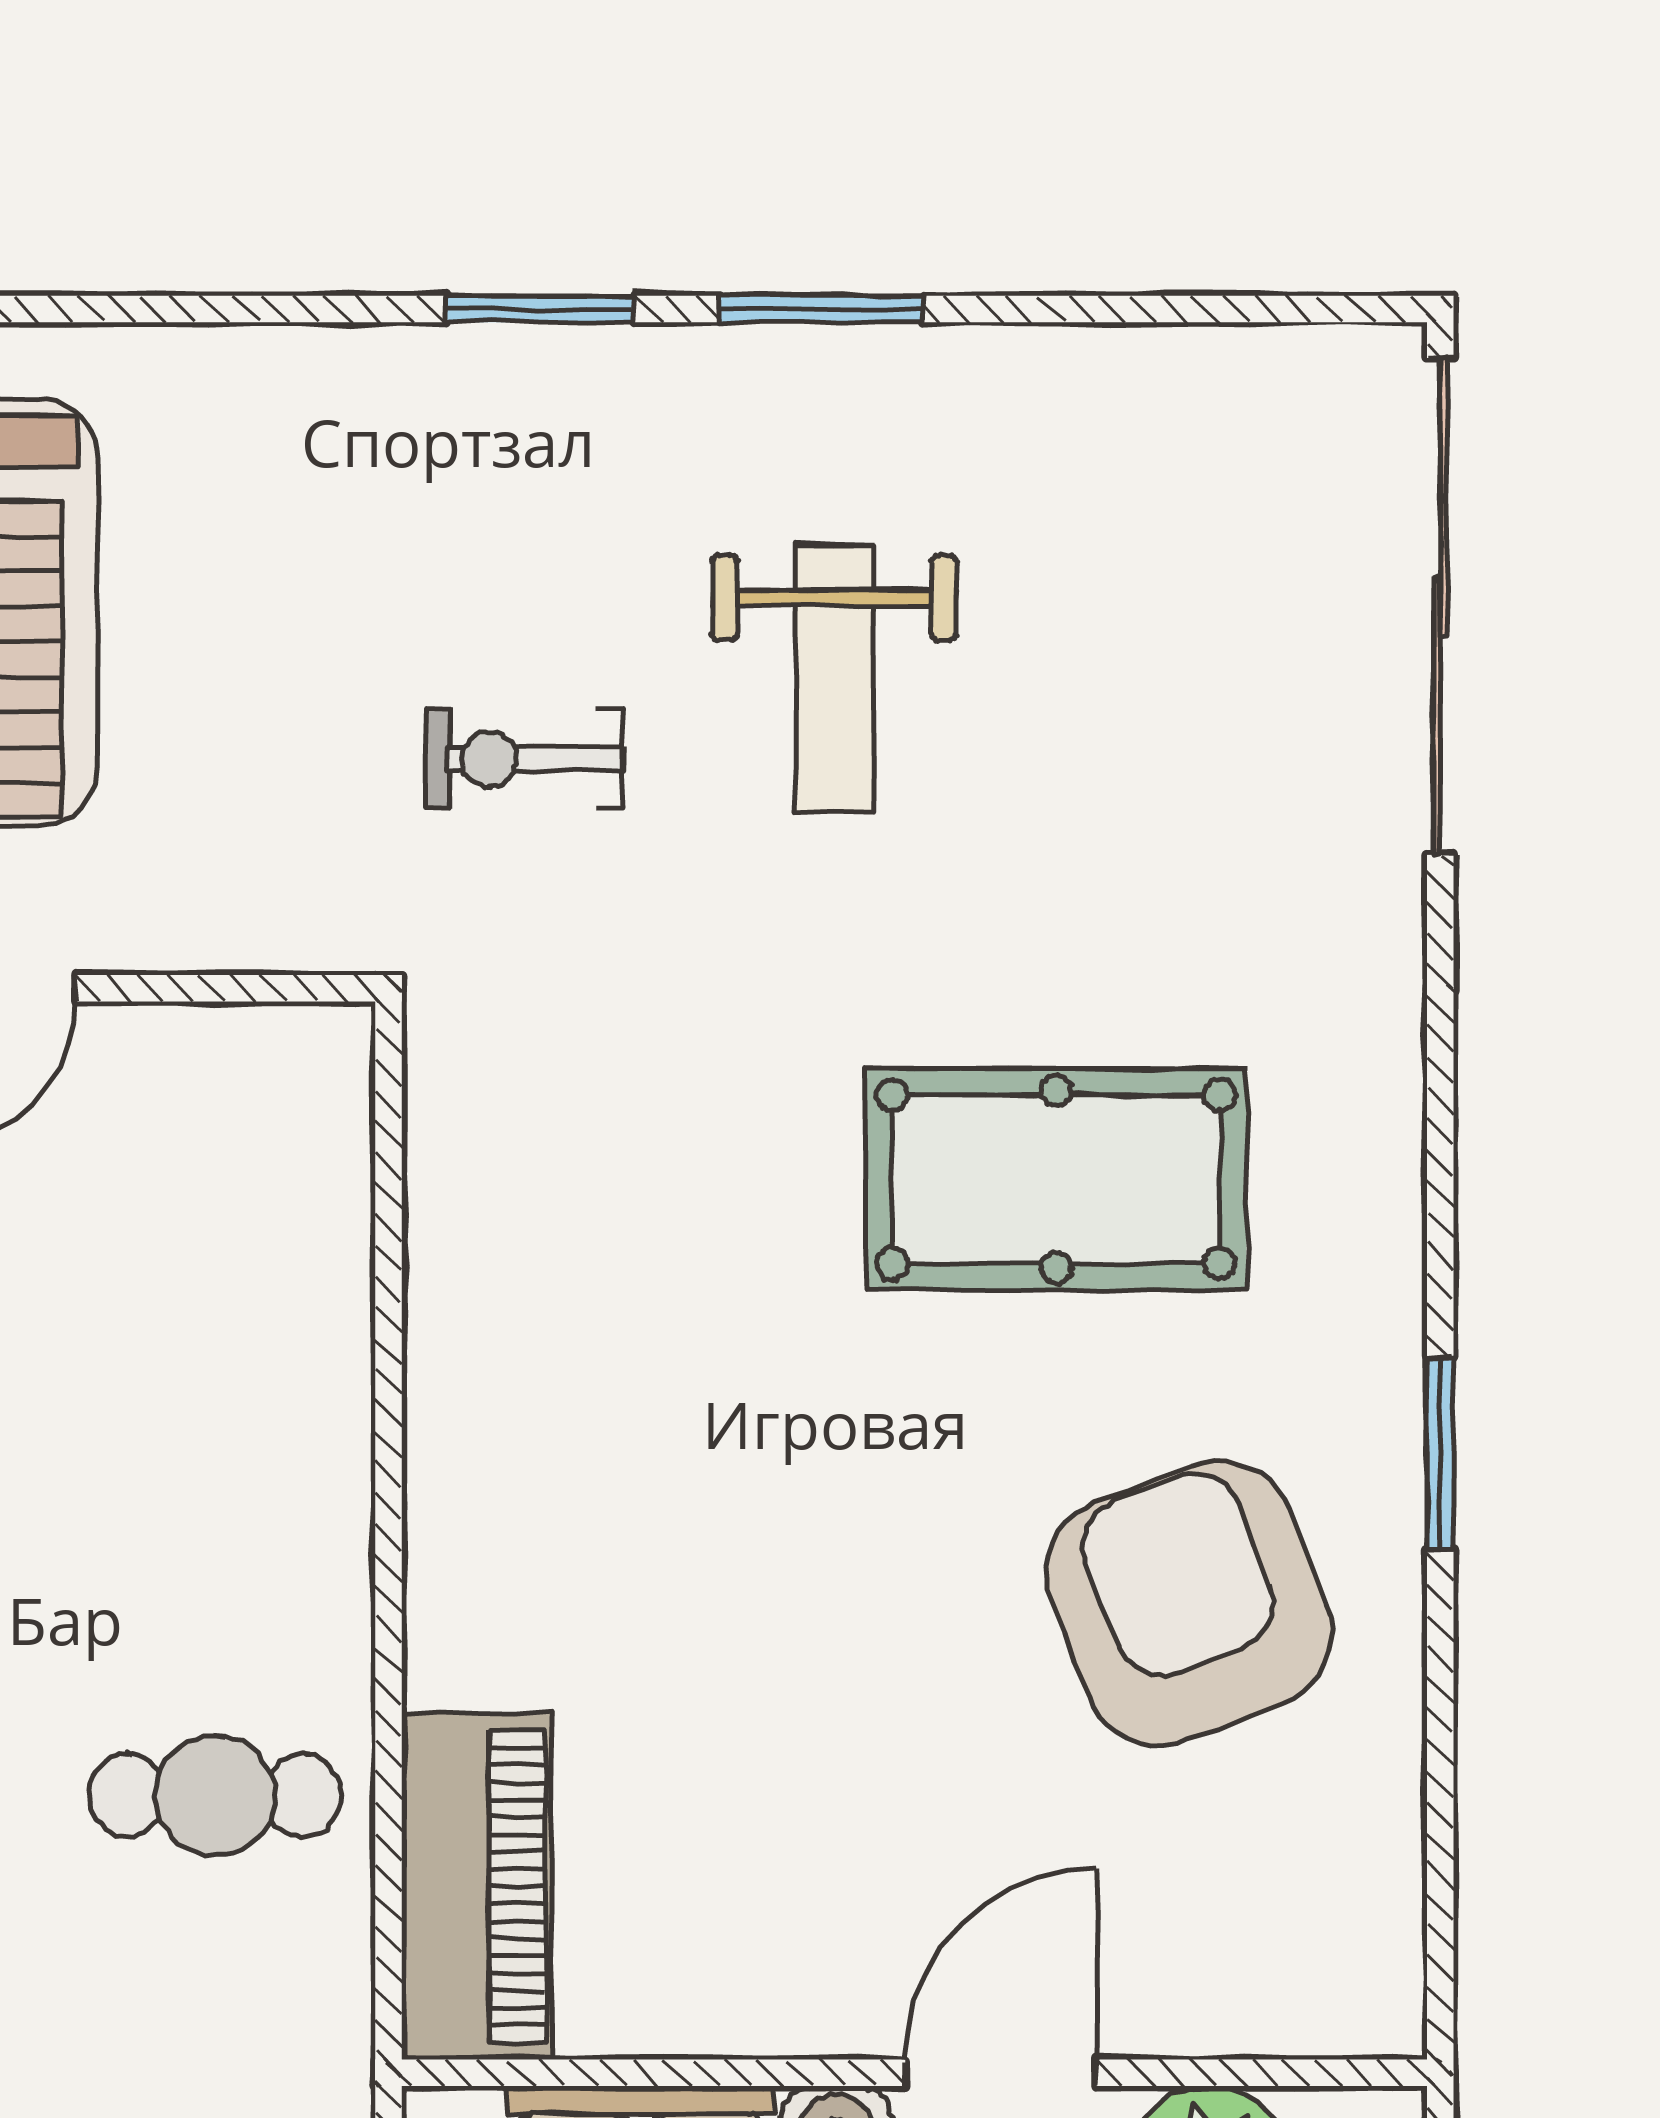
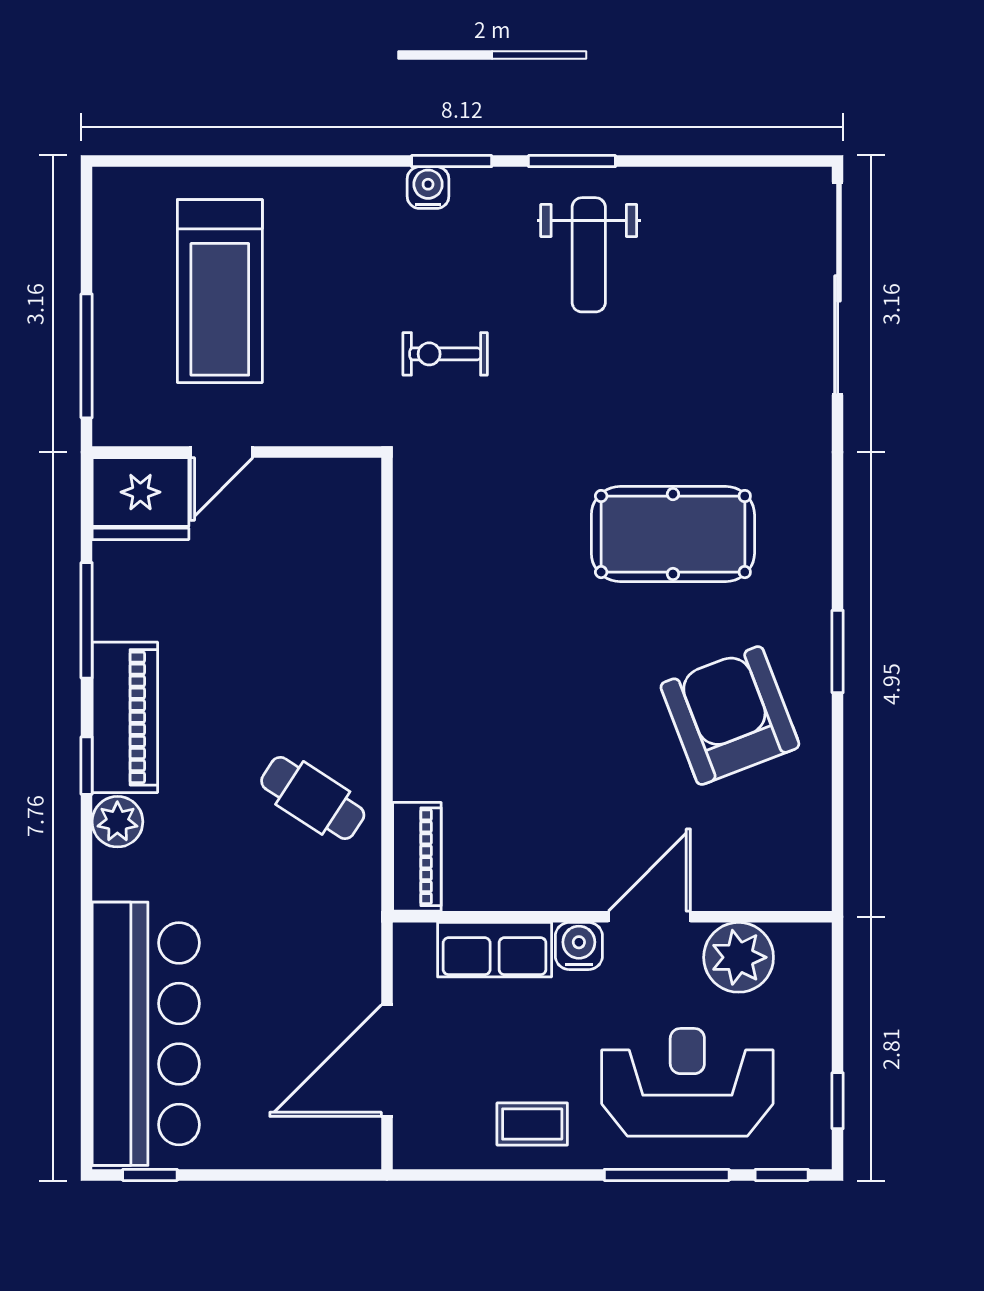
water cooler: (484, 371) -> (428, 188), added
weight bench: (834, 678) -> (589, 255), moved
cafe table: (215, 1795) -> (313, 798), turned 33
piano: (477, 1886) -> (417, 857), width x0.73, depth x0.75

